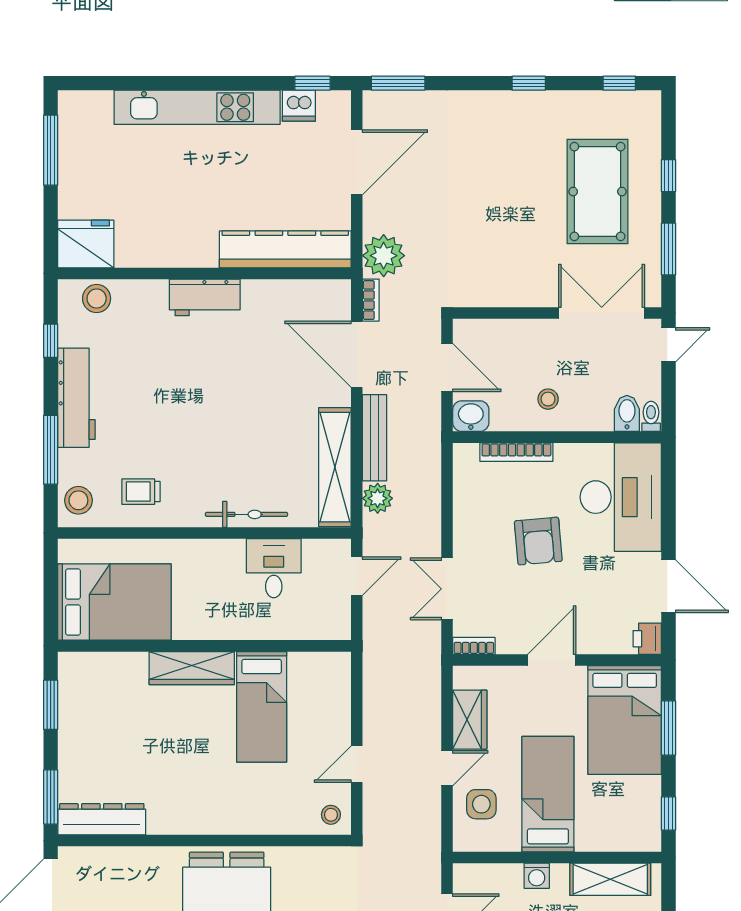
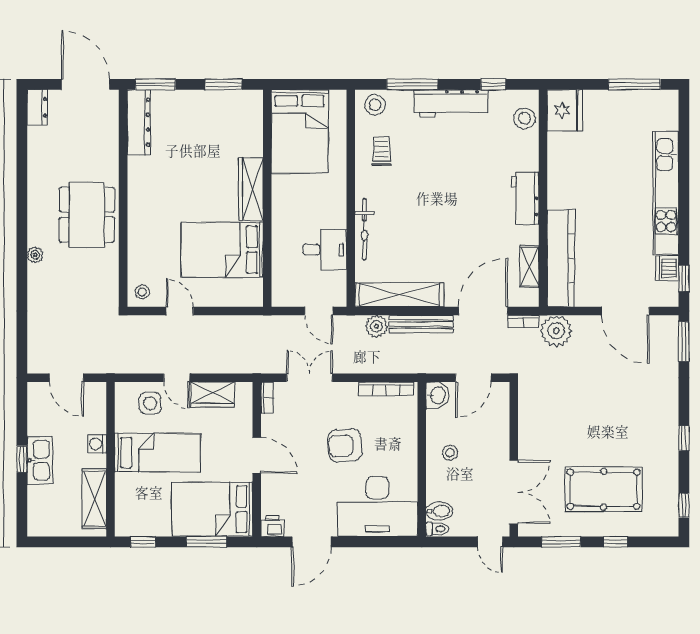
shelving: (297, 292) -> (529, 267), added
bookcase: (516, 452) -> (386, 389), moved, turned -90
bed: (262, 707) -> (222, 250), width x1.50

